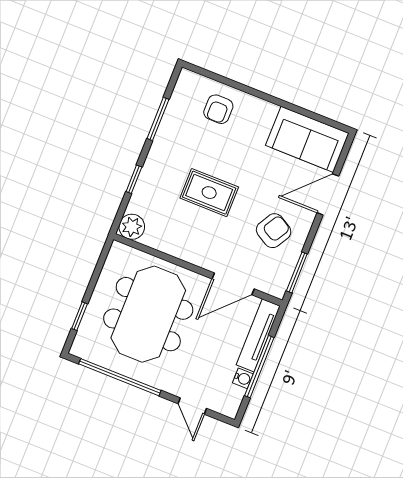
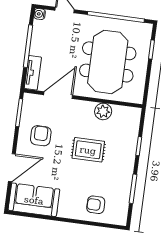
armchair: (218, 109) -> (96, 205), turned -90
plant: (132, 227) -> (103, 111), moved
armchair: (274, 231) -> (41, 136), turned 150
tv unit: (258, 335) -> (33, 73), width x0.71
water cooler: (243, 378) -> (40, 14), moved

